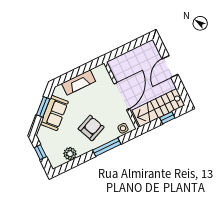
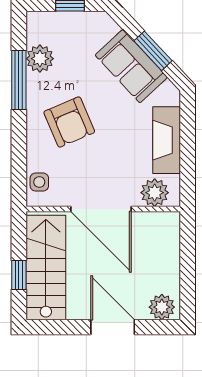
plant: (151, 50) -> (162, 307), added
plant: (104, 77) -> (155, 193), added
window: (107, 147) -> (19, 80), moved

